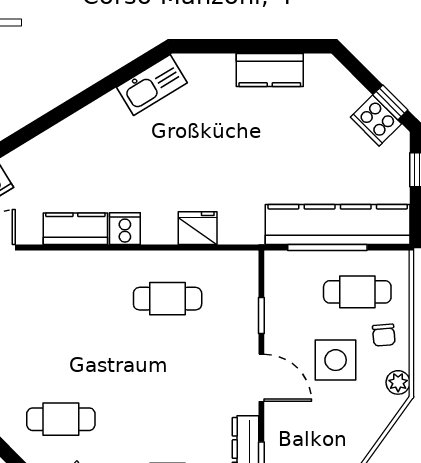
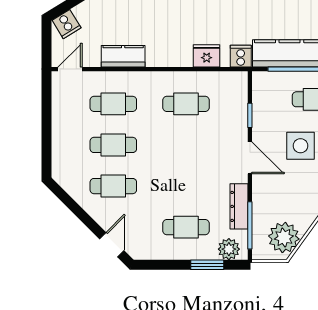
cooker: (125, 229) -> (241, 56), moved
cafe table: (61, 299) -> (113, 104), added
cafe table: (61, 359) -> (113, 145), added

